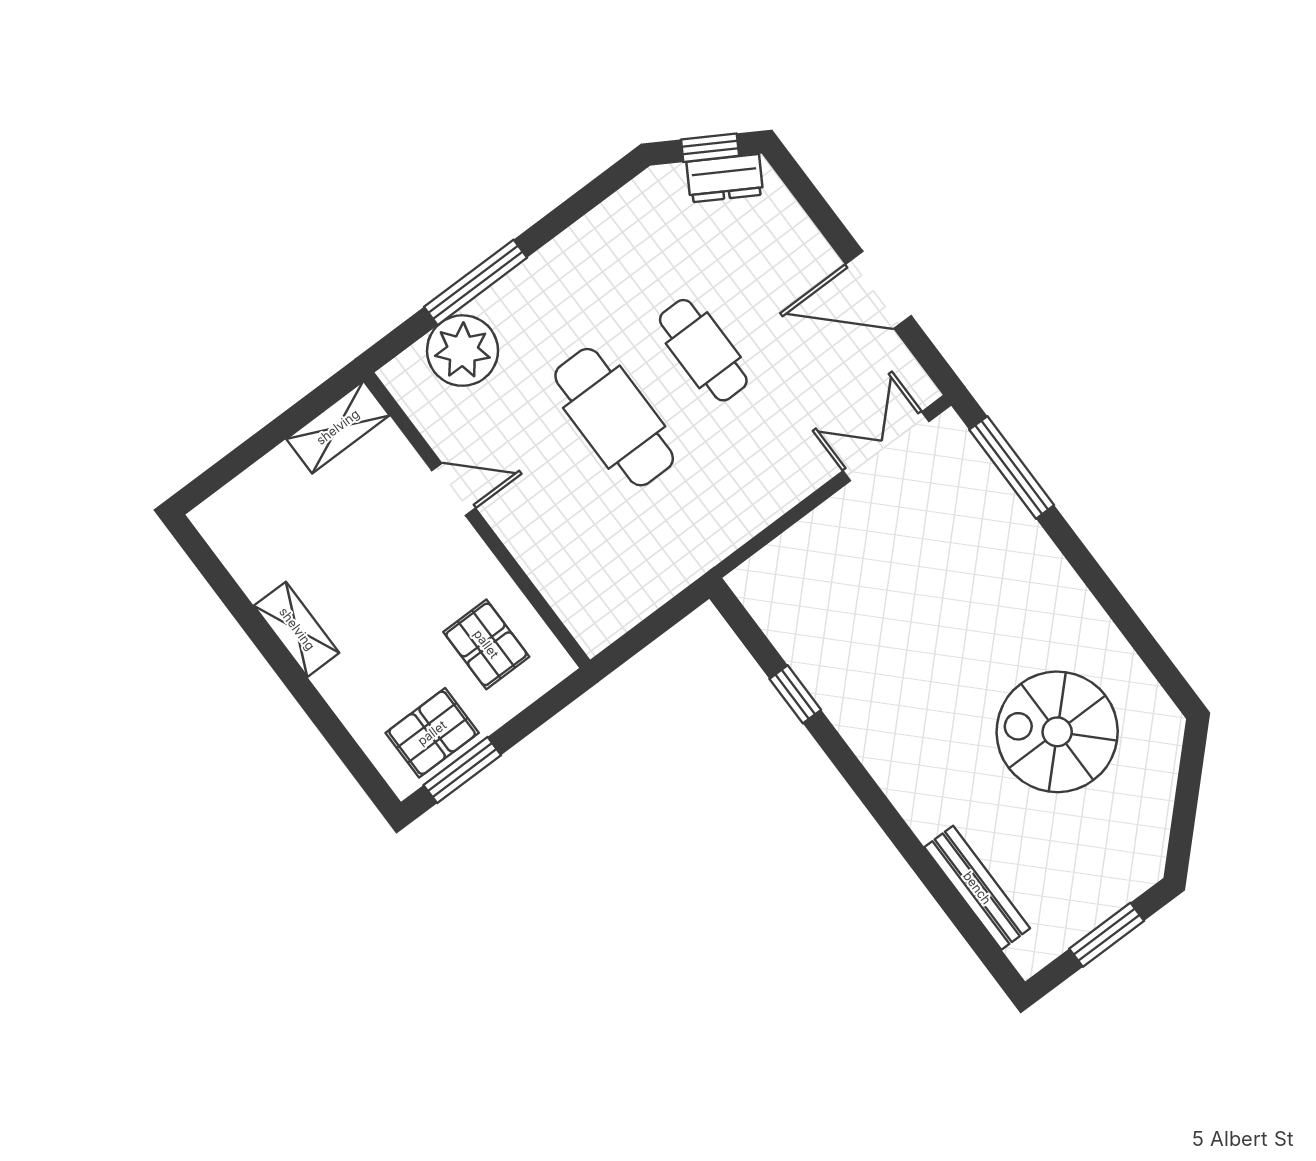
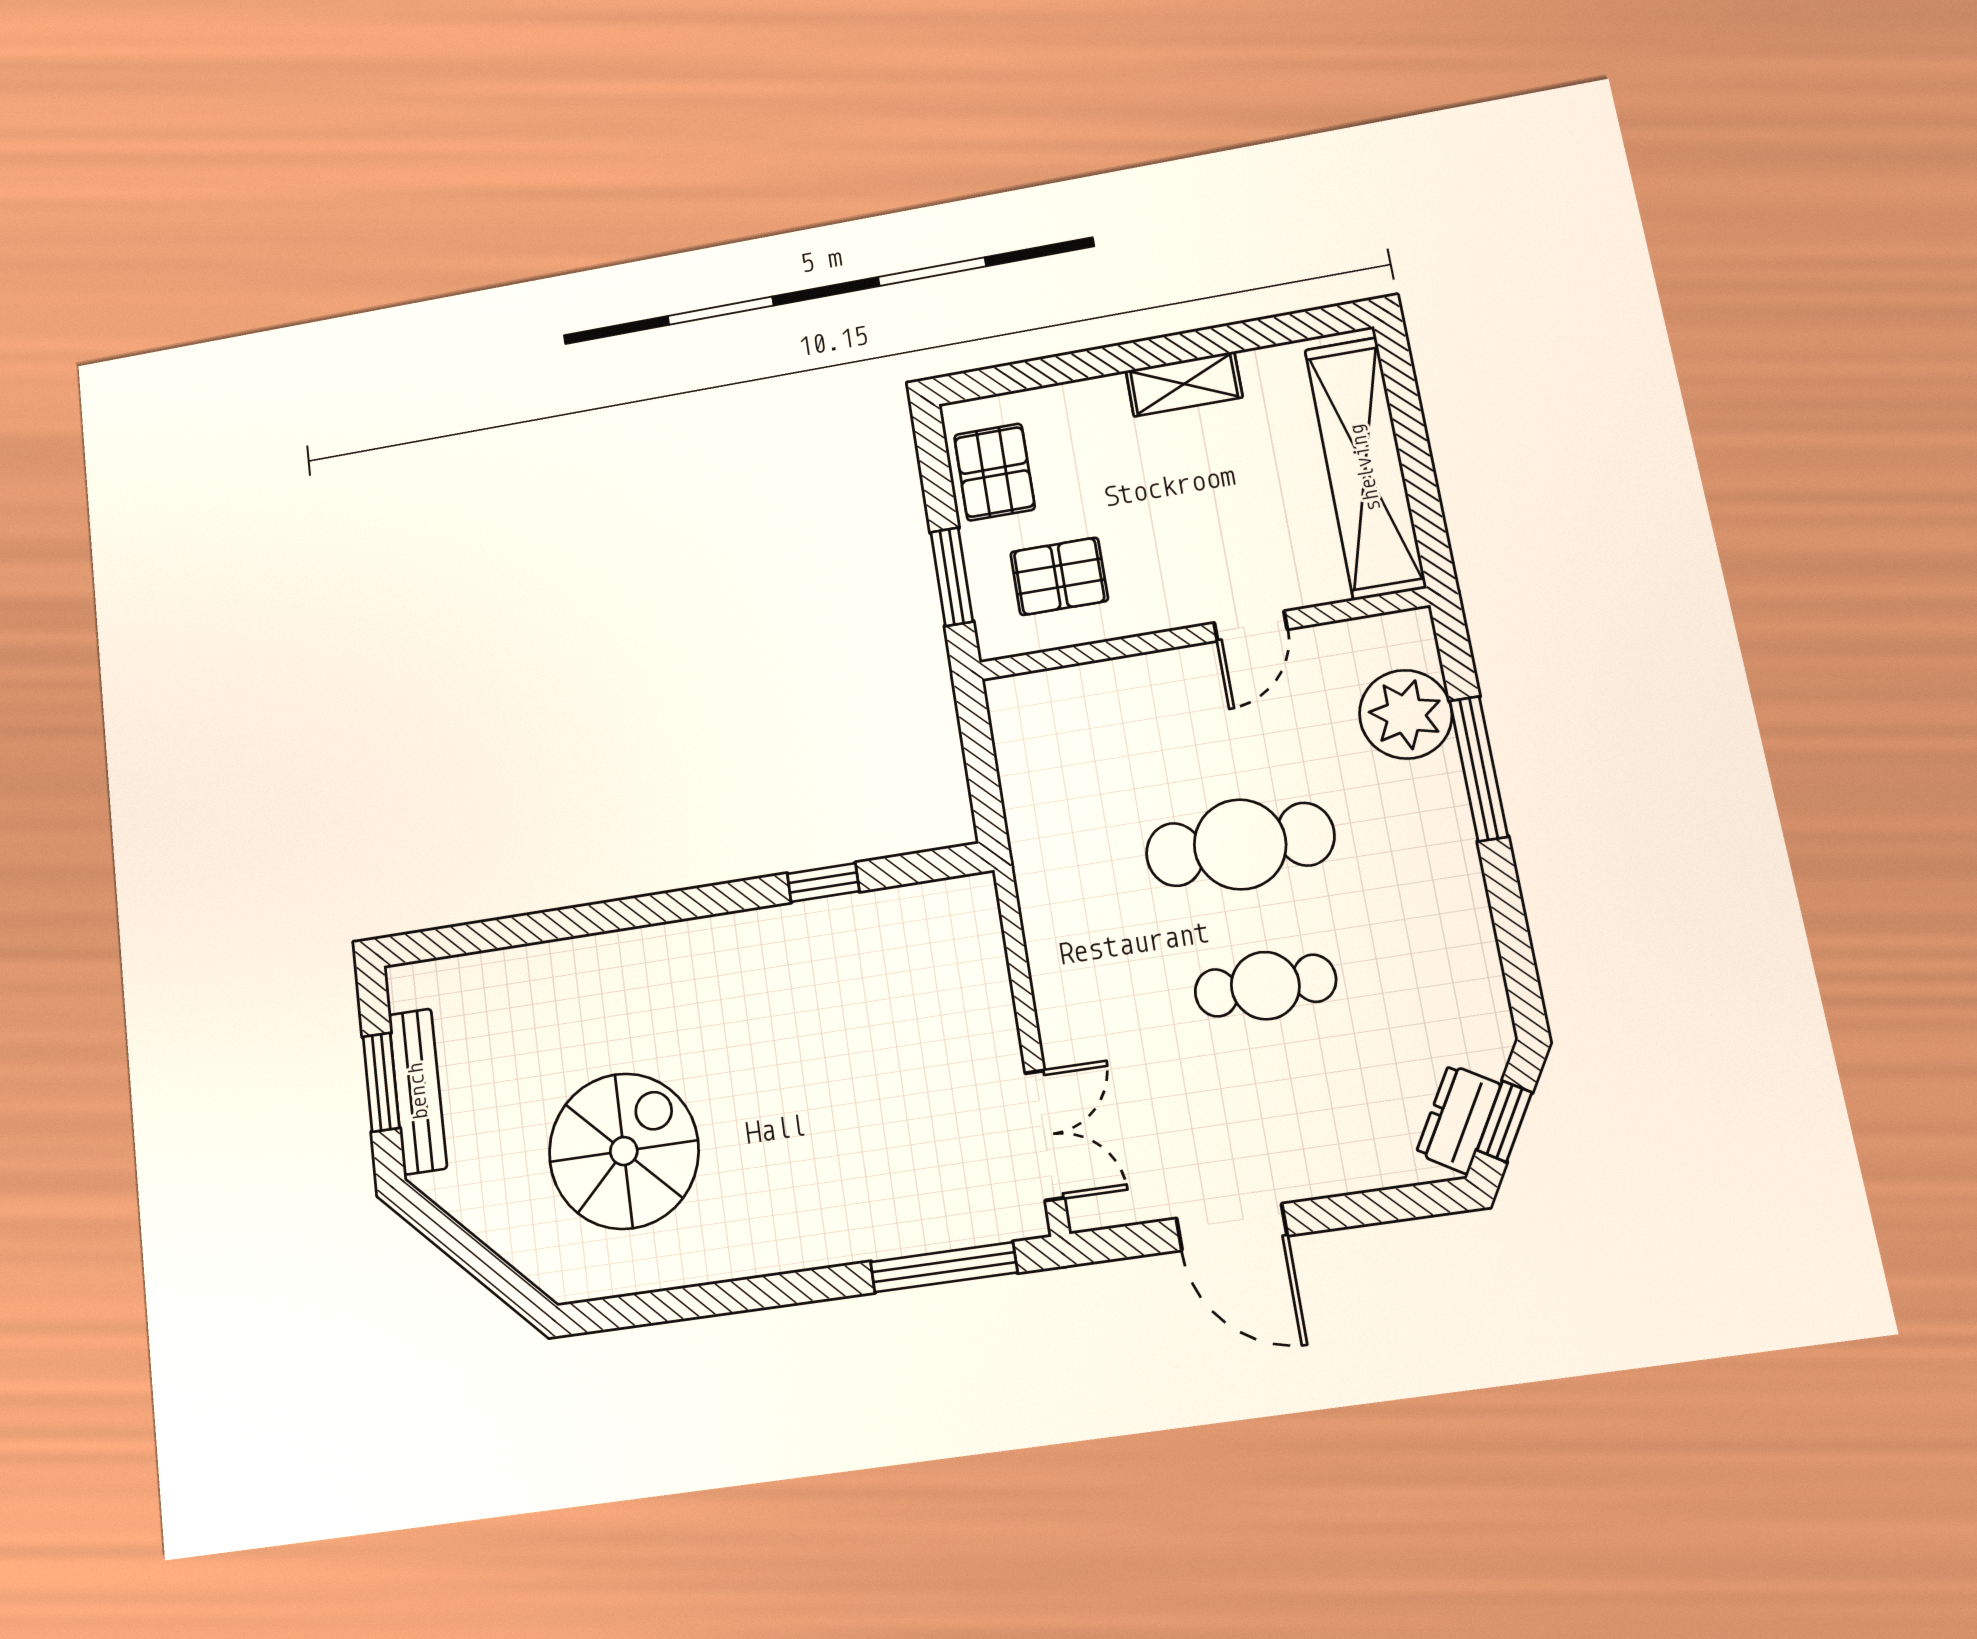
door: (878, 290) -> (1232, 1227), swing flipped
shelving: (338, 427) -> (1365, 468), width x2.20, depth x1.33
window: (462, 770) -> (952, 577), moved
bench: (977, 888) -> (418, 1091), moved, turned 90

